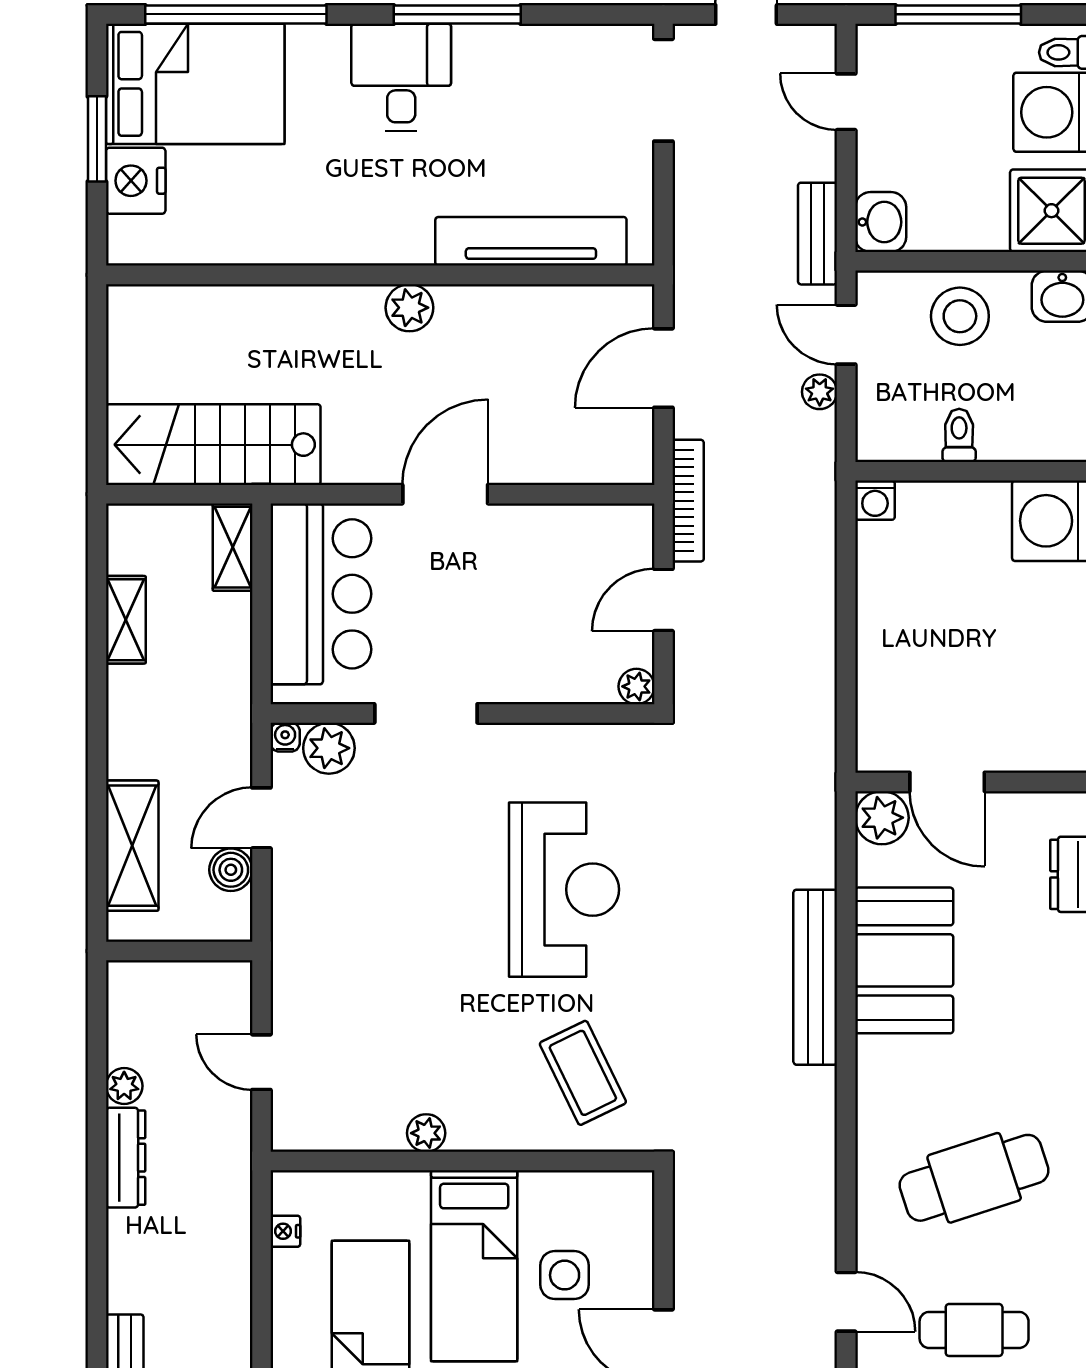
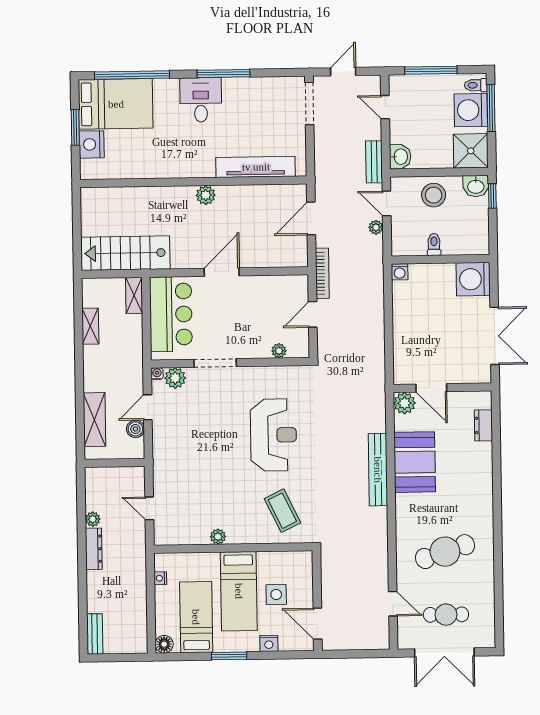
plant: (636, 686) -> (279, 351), moved

